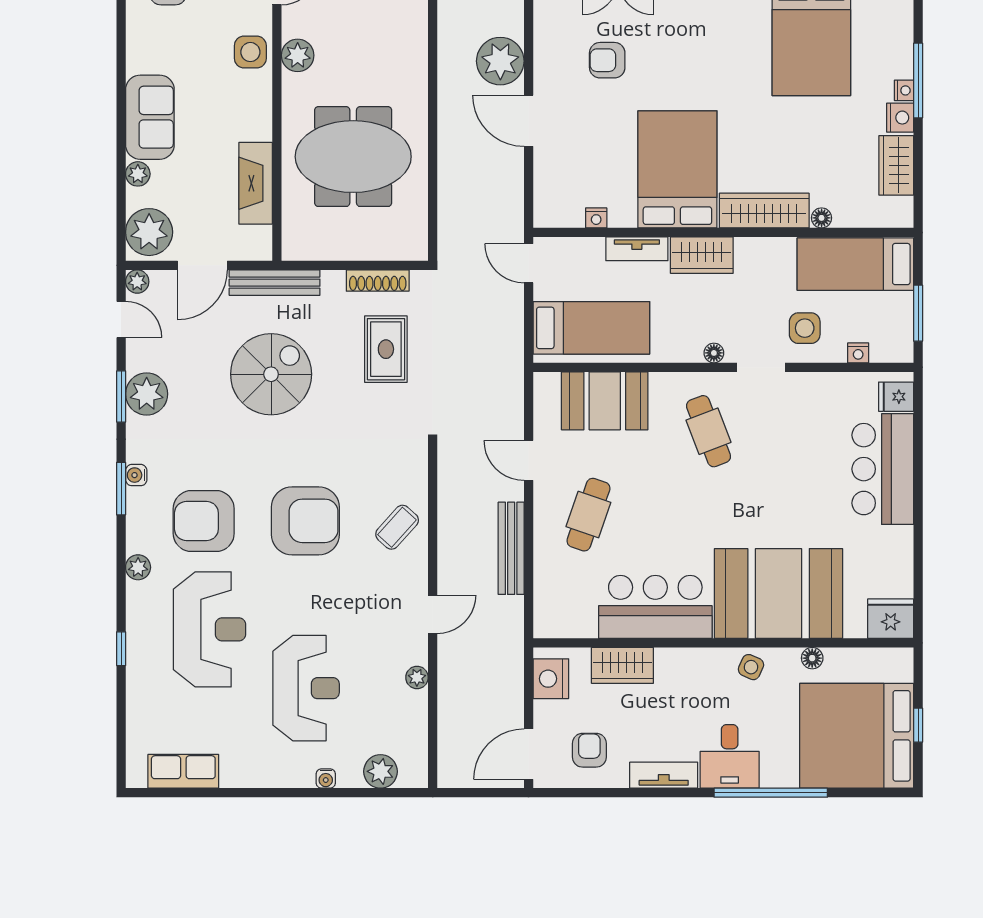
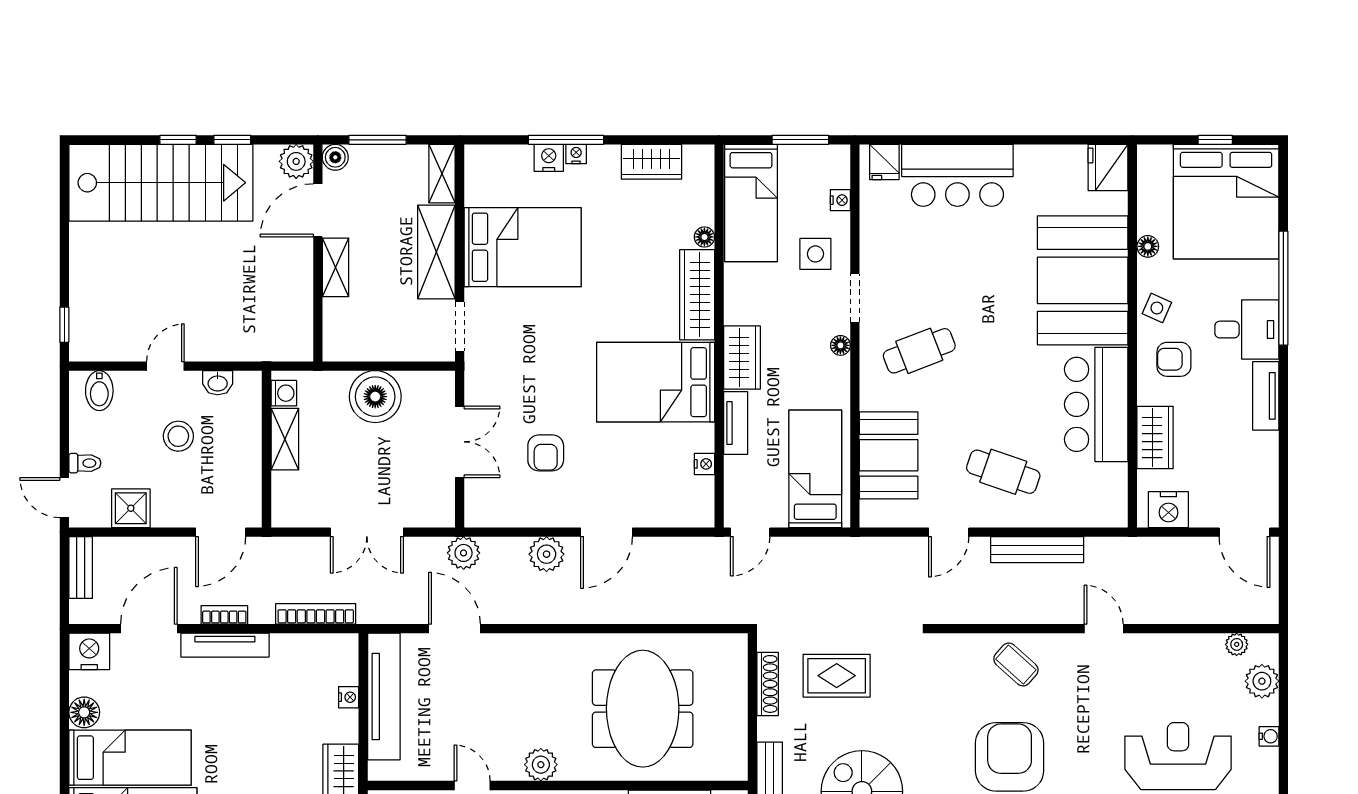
plant: (500, 61) -> (547, 554), width x0.73, depth x0.73
nightstand: (900, 118) -> (549, 158), moved
plant: (417, 677) -> (1237, 644), moved
armchair: (589, 750) -> (1174, 359), moved

